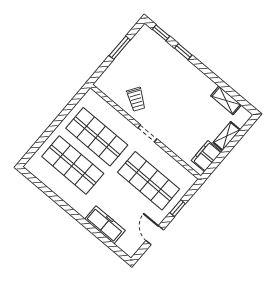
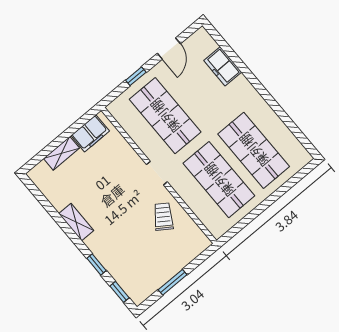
shelving: (226, 100) -> (76, 222), moved
freezer: (105, 225) -> (223, 66), width x0.71

